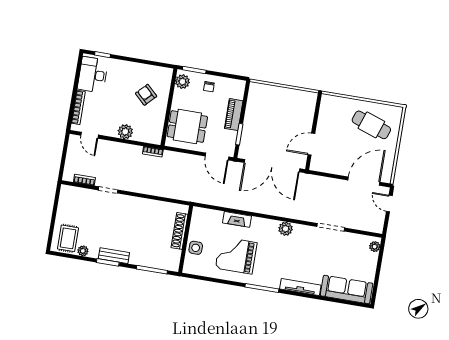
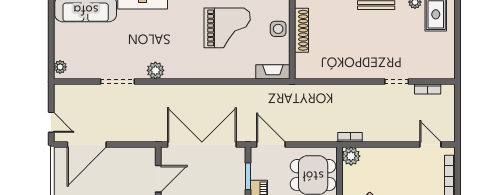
plant: (125, 132) -> (351, 156), moved
fireplace: (237, 219) -> (273, 72), moved
plant: (285, 229) -> (155, 70), moved
shoe rack: (179, 231) -> (301, 30), moved

